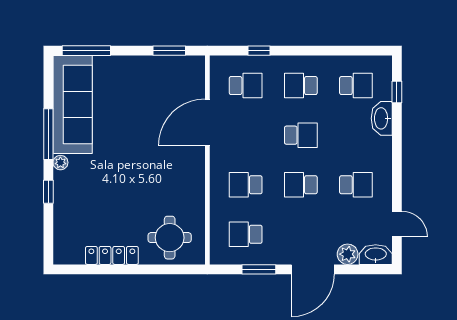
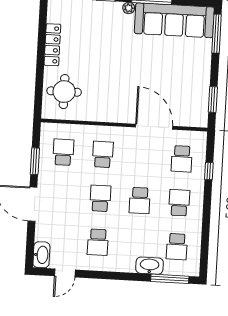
window: (397, 92) -> (170, 279), width x2.17
plant: (348, 254) -> (43, 232), removed

